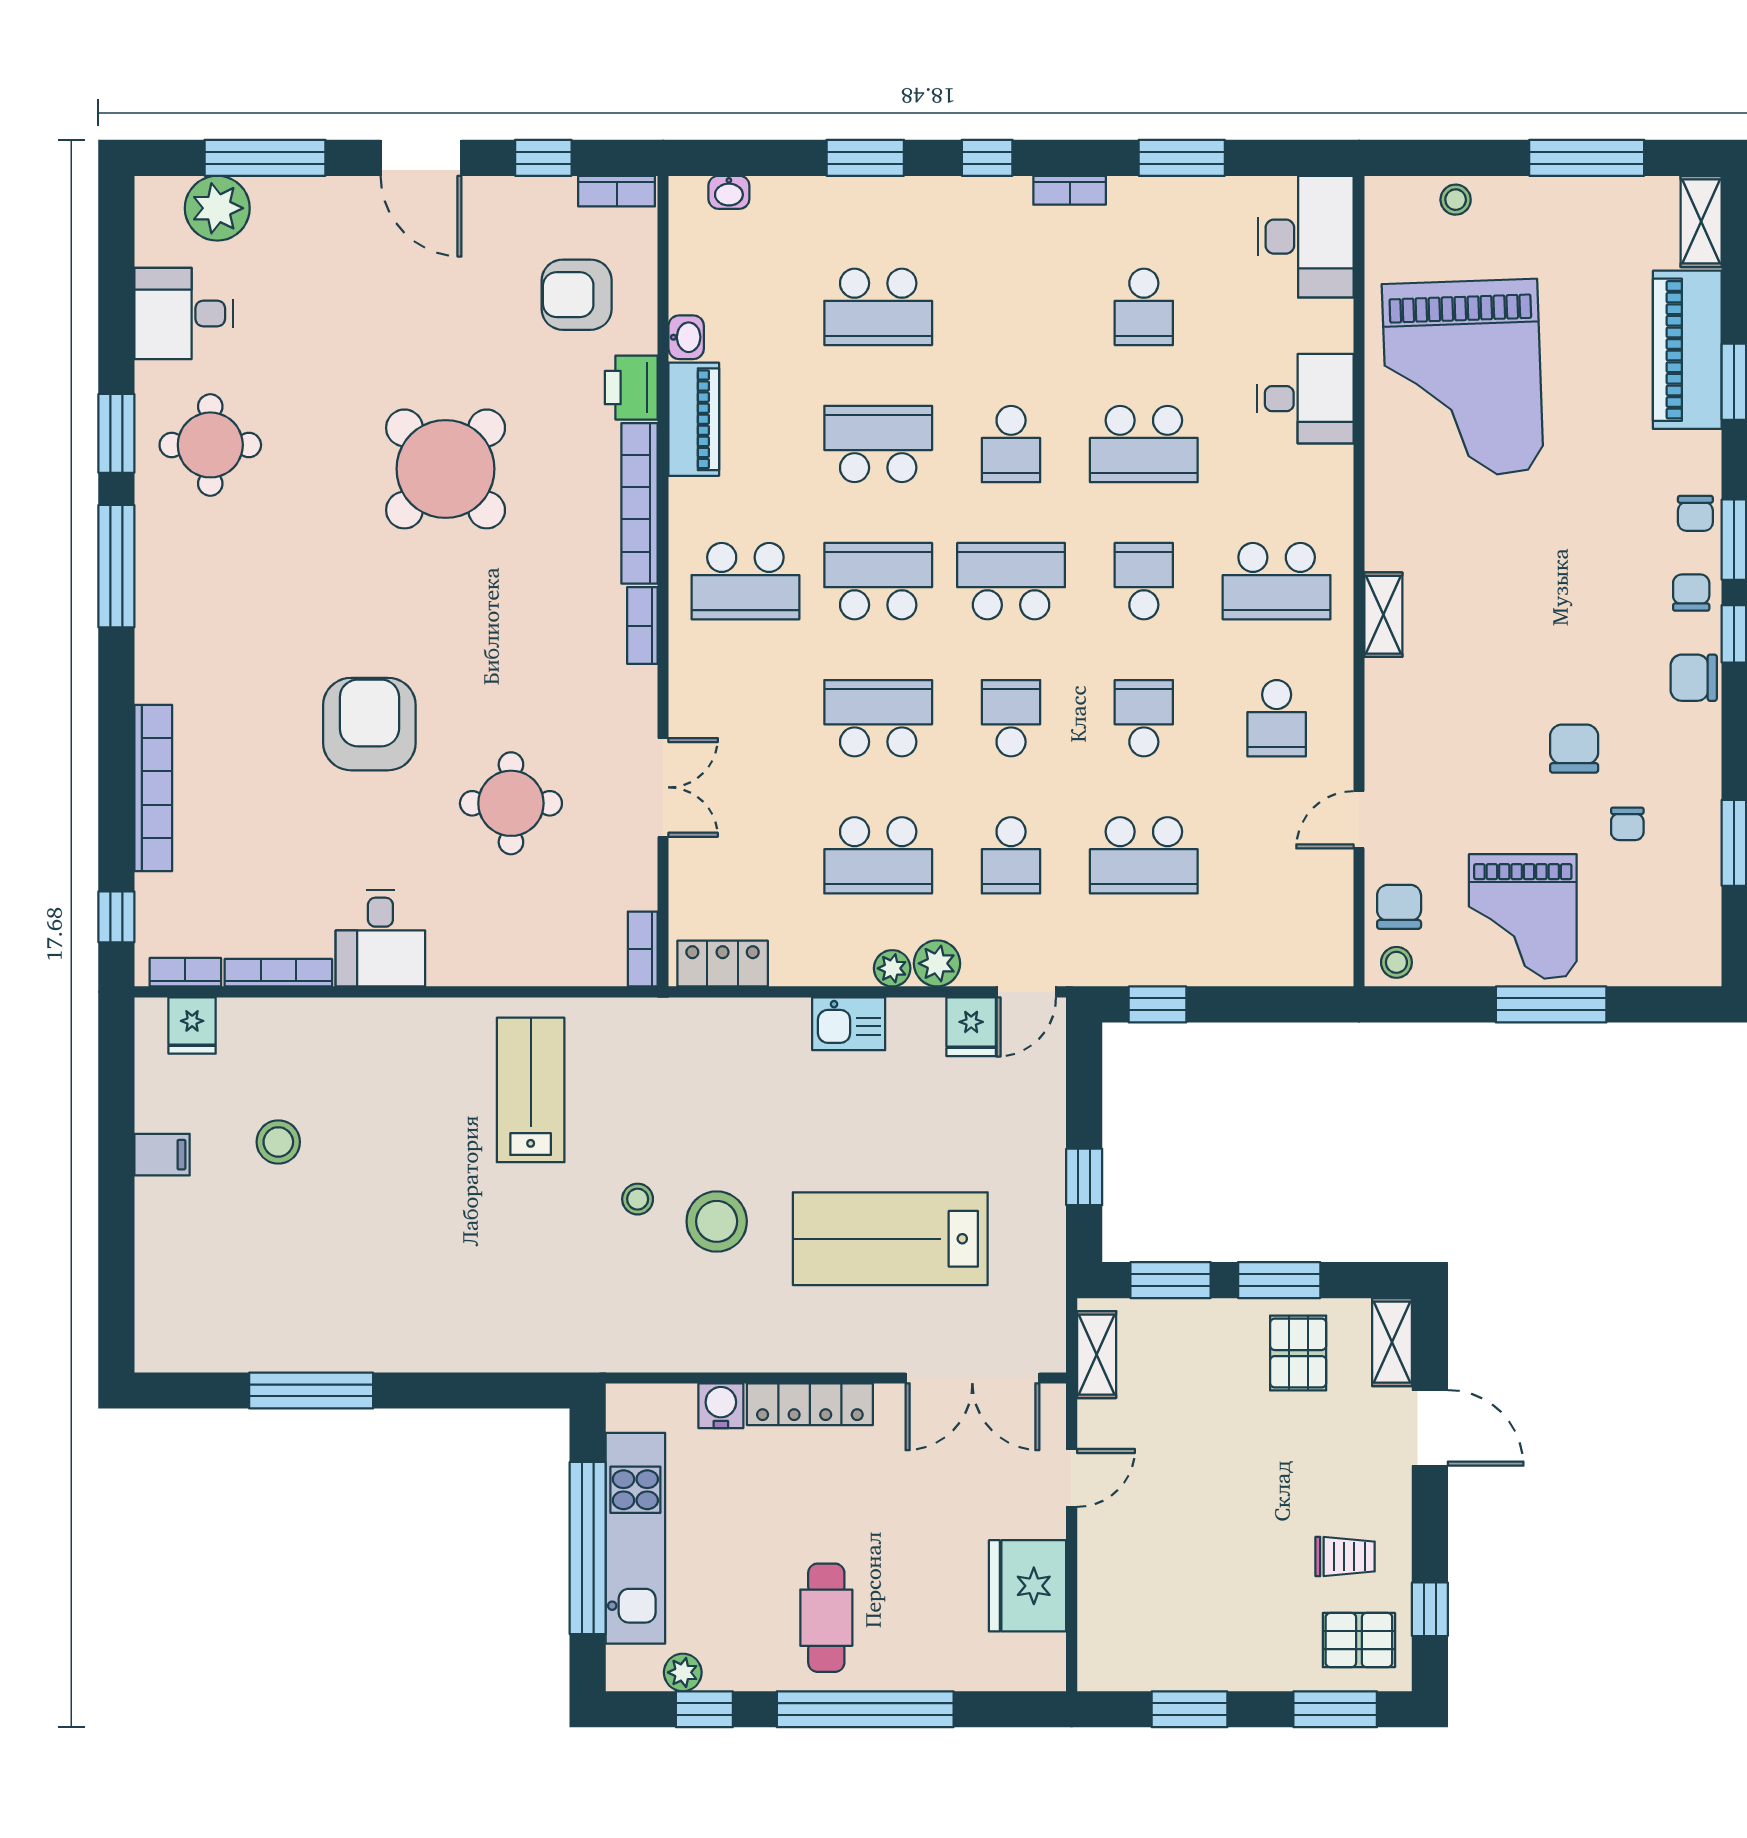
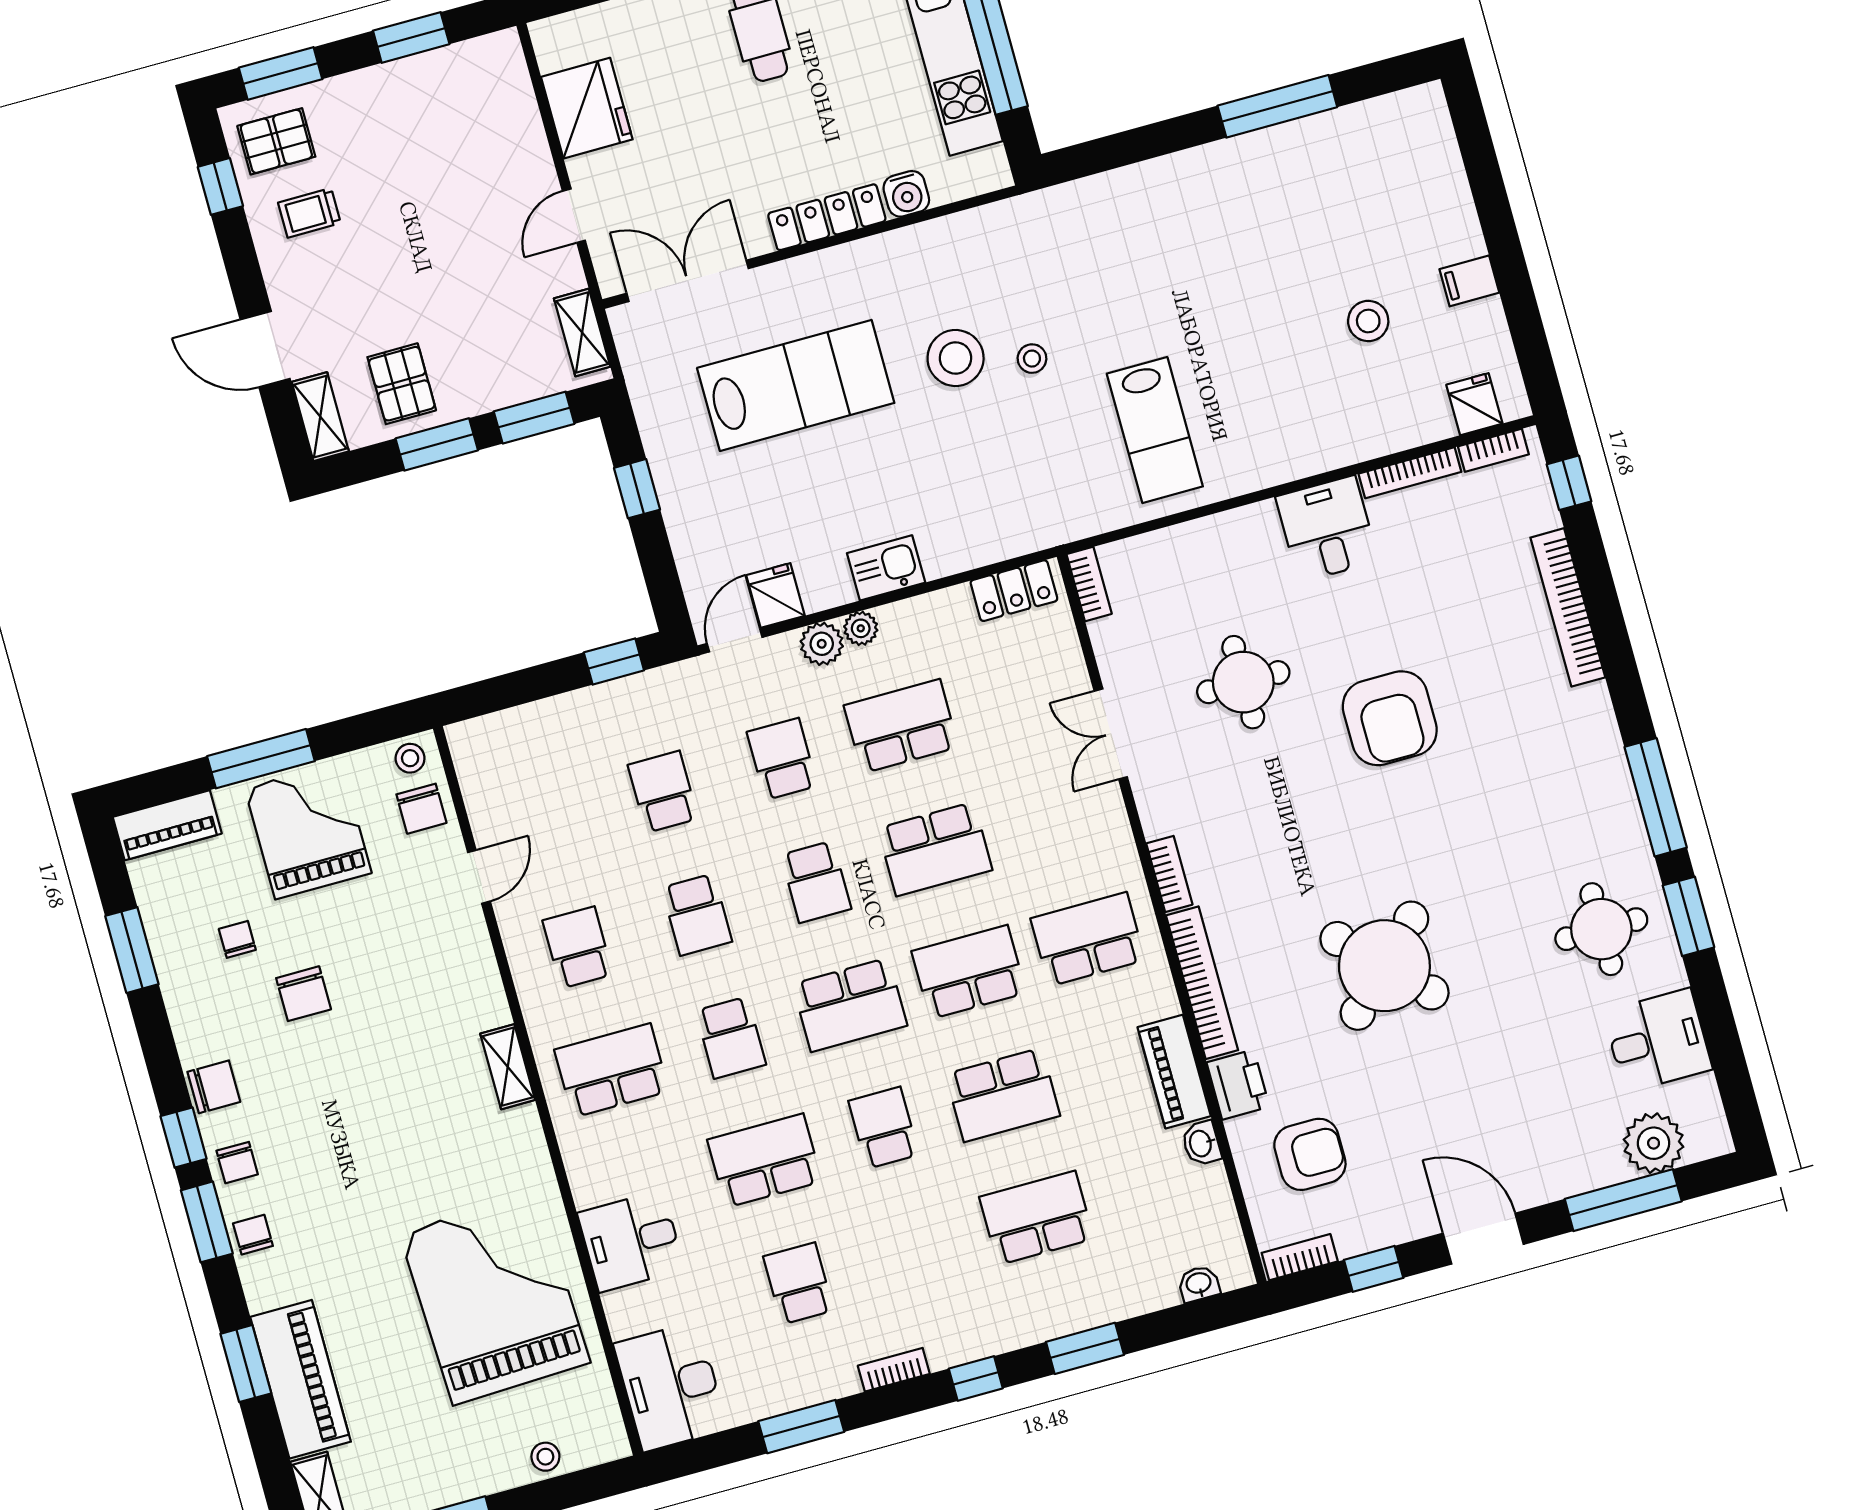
school desk: (878, 581) -> (969, 972), turned 180
school desk: (1144, 855) -> (663, 792), width x0.54
piano: (1667, 962) -> (167, 825), added

